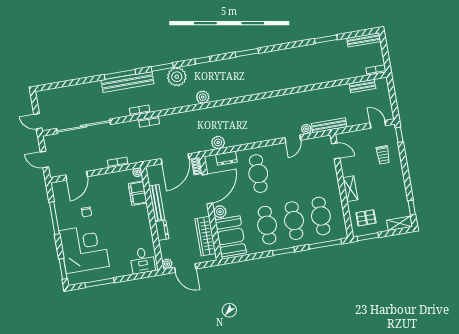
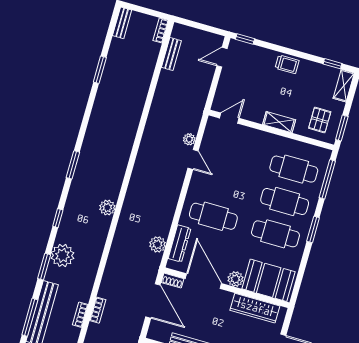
bench: (364, 40) -> (122, 23), width x0.73
plant: (203, 97) -> (107, 208), moved
bench: (329, 125) -> (197, 112), removed
trolley: (383, 155) -> (287, 64), moved
dresser: (226, 158) -> (179, 244), width x1.44

